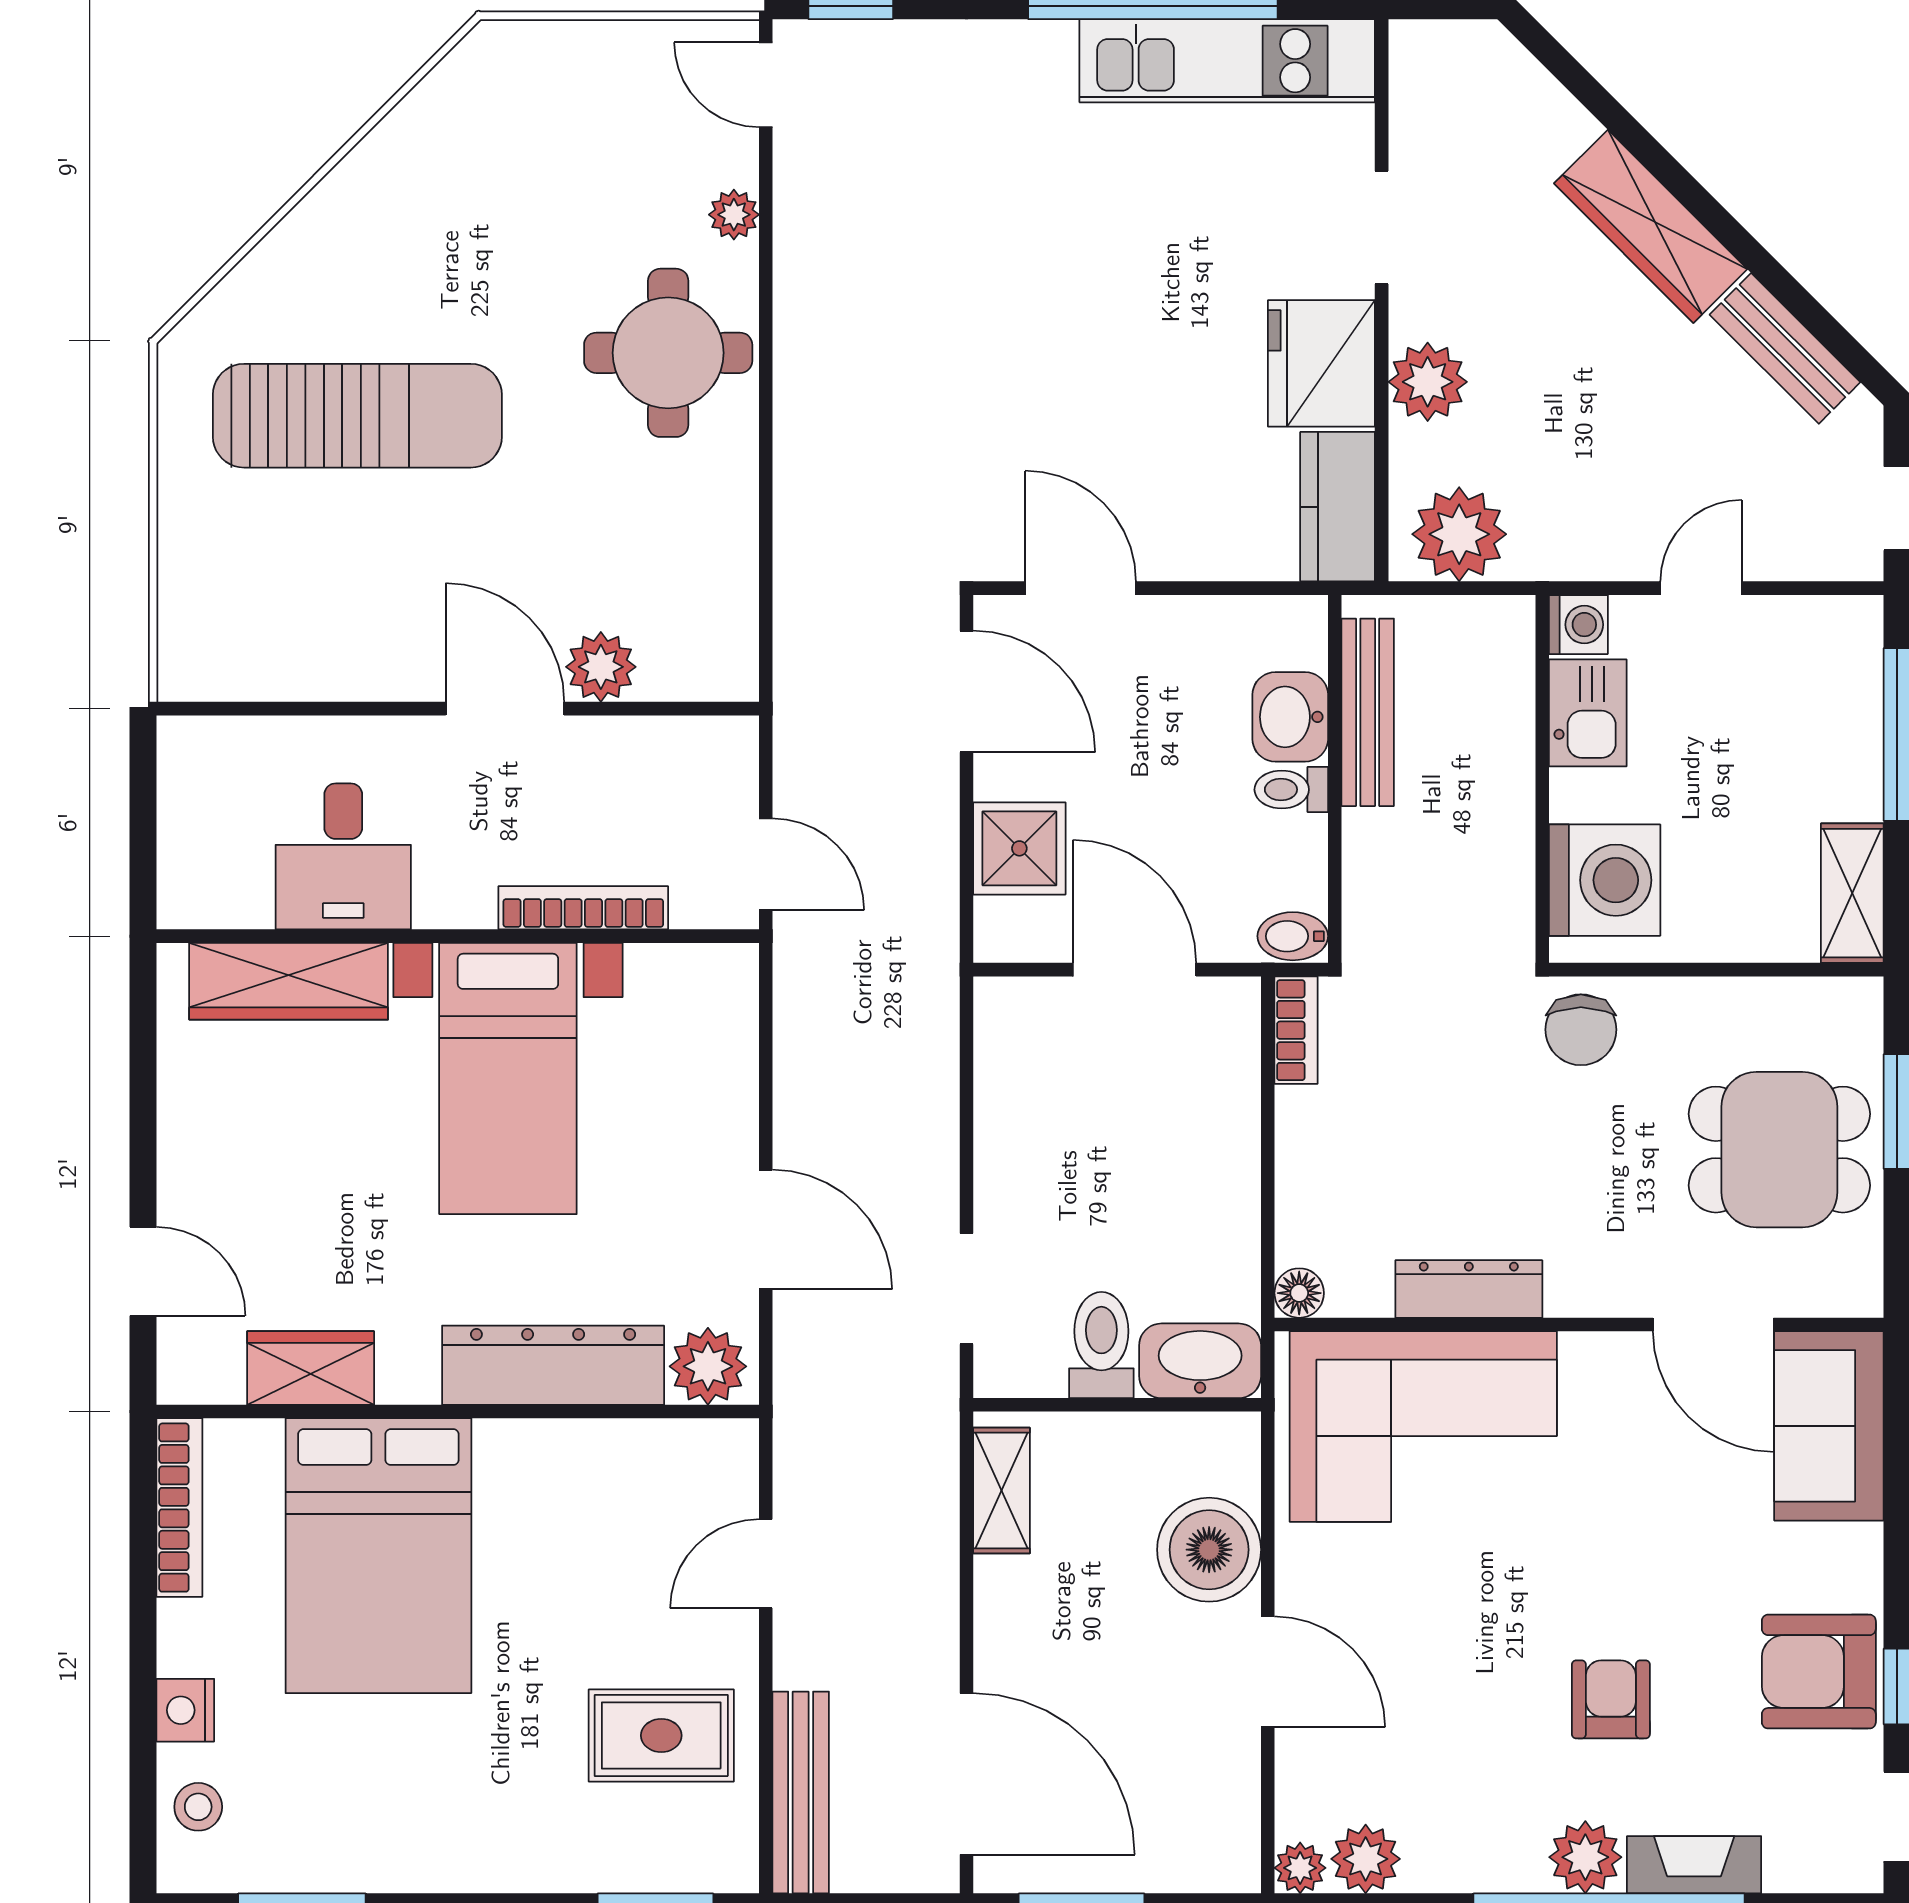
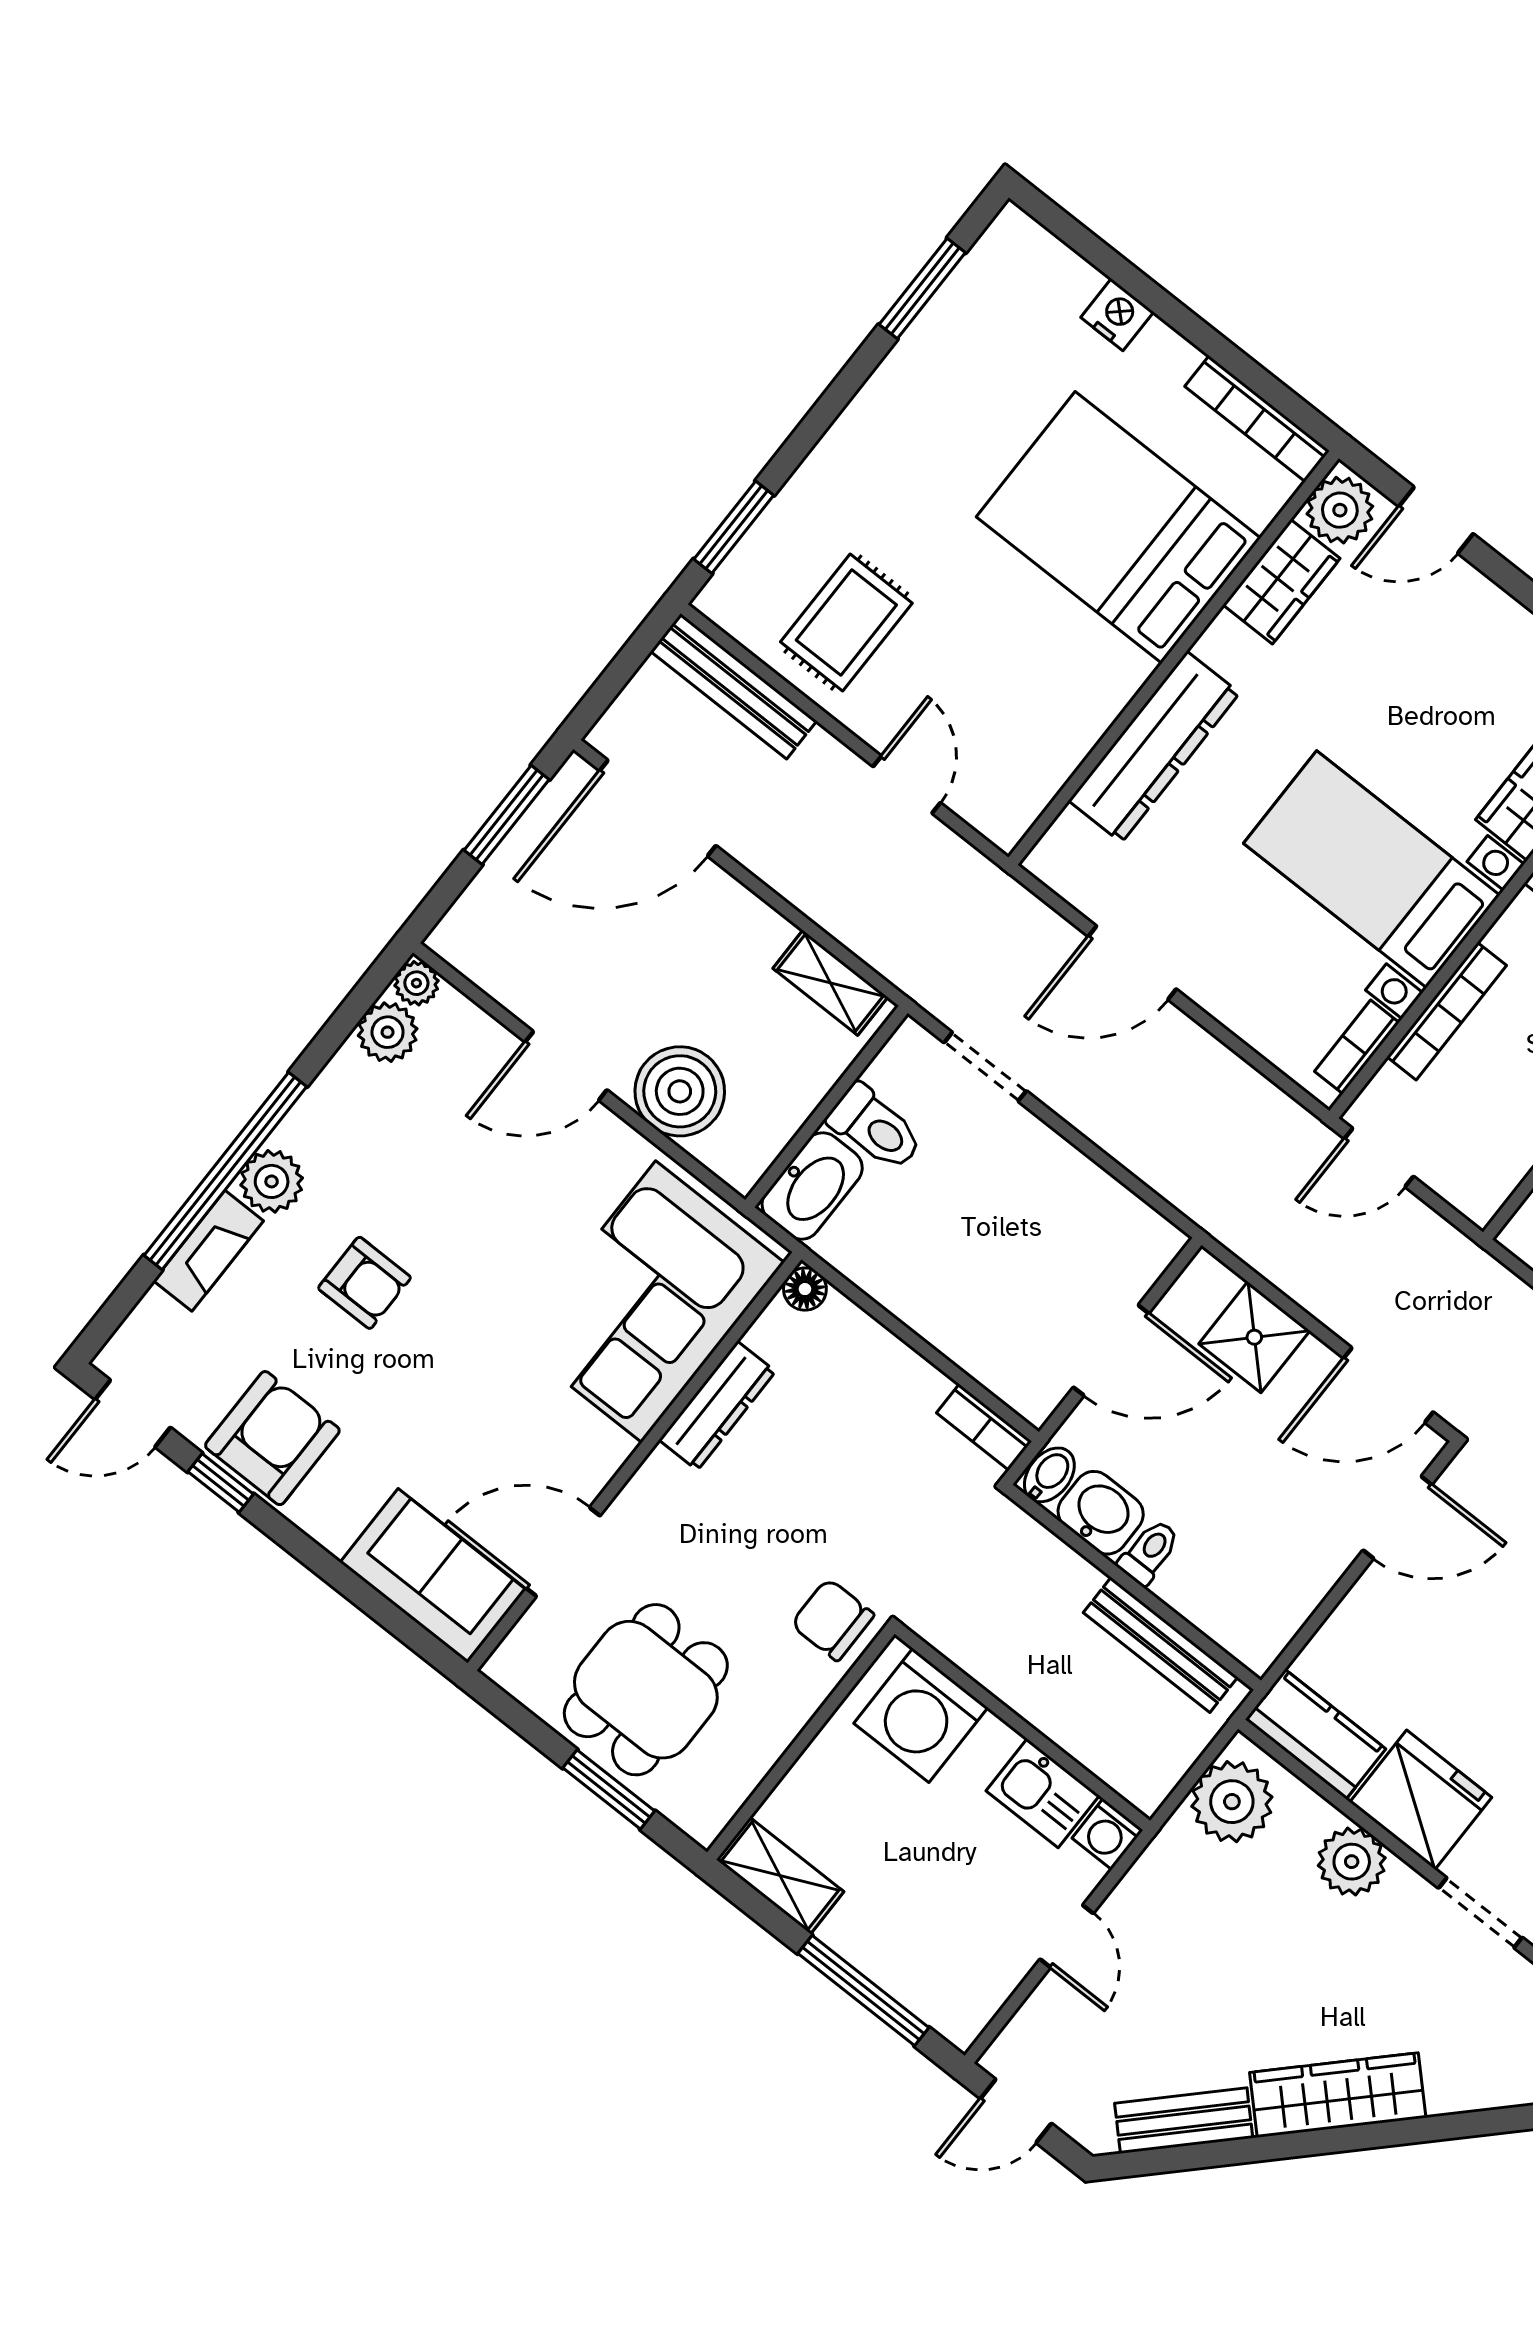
washbasin: (1290, 717) -> (1101, 1513), moved
bookcase: (681, 964) -> (1357, 1047), added
plant: (708, 1366) -> (1340, 510), moved
stool: (198, 1807) -> (1045, 272), removed

